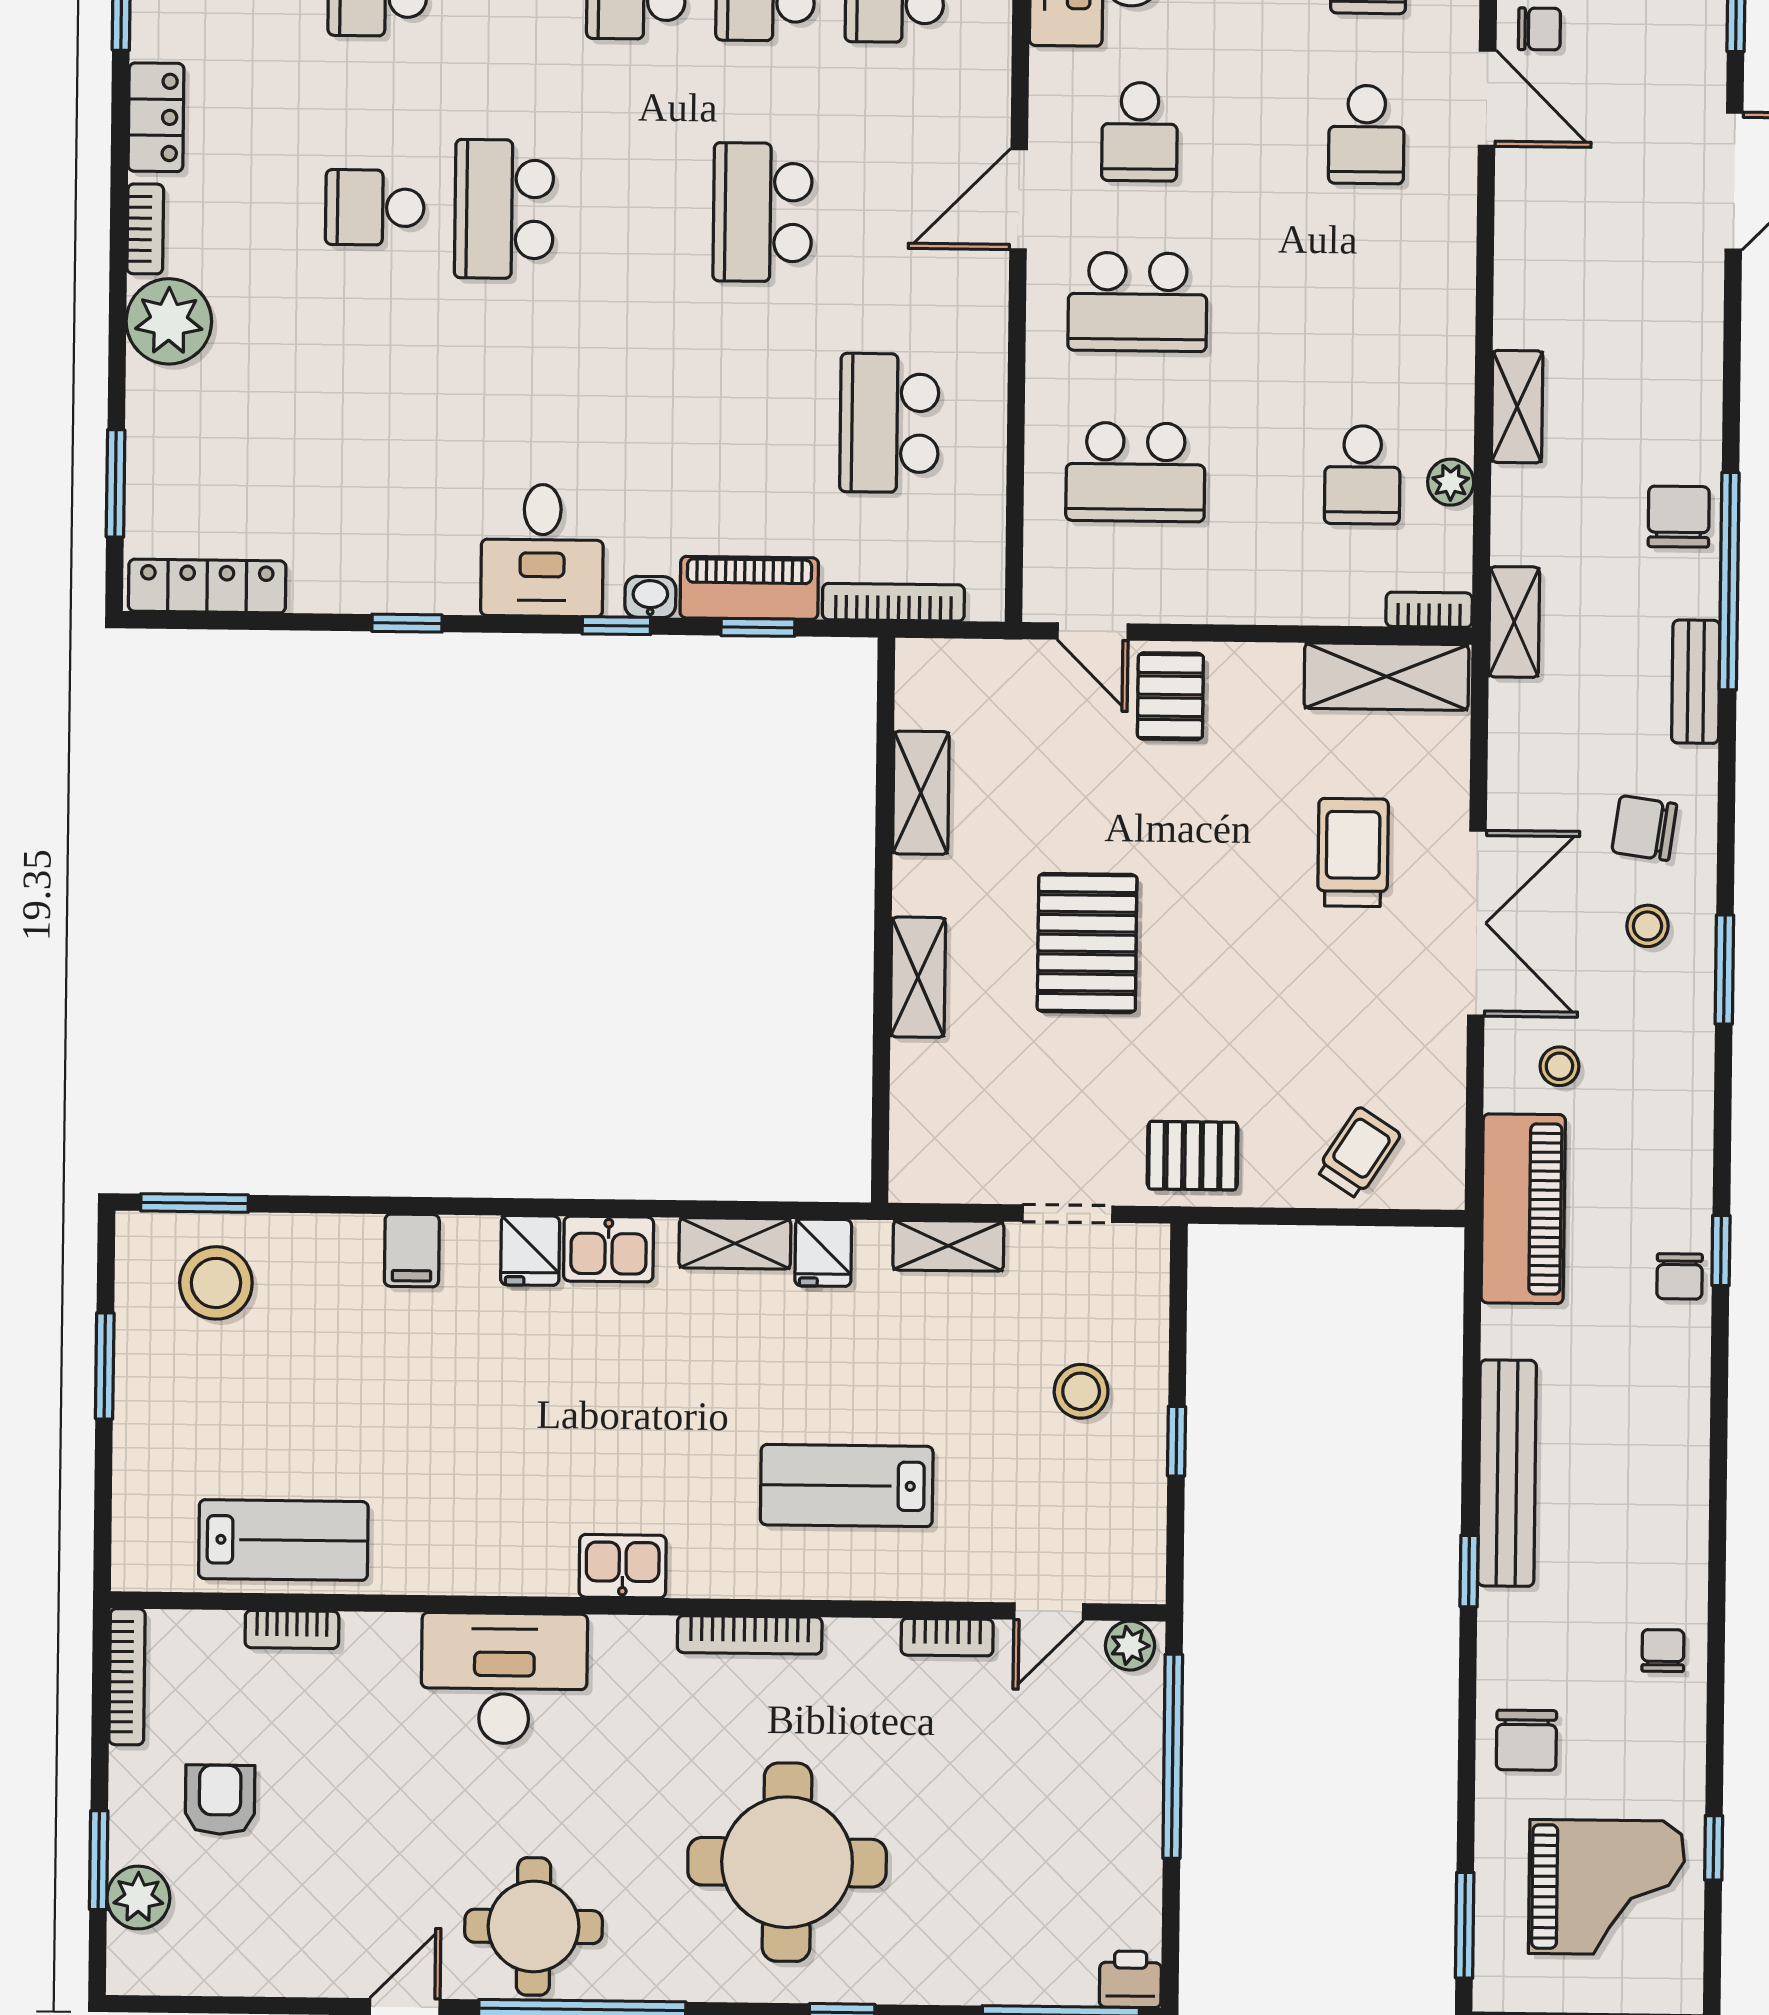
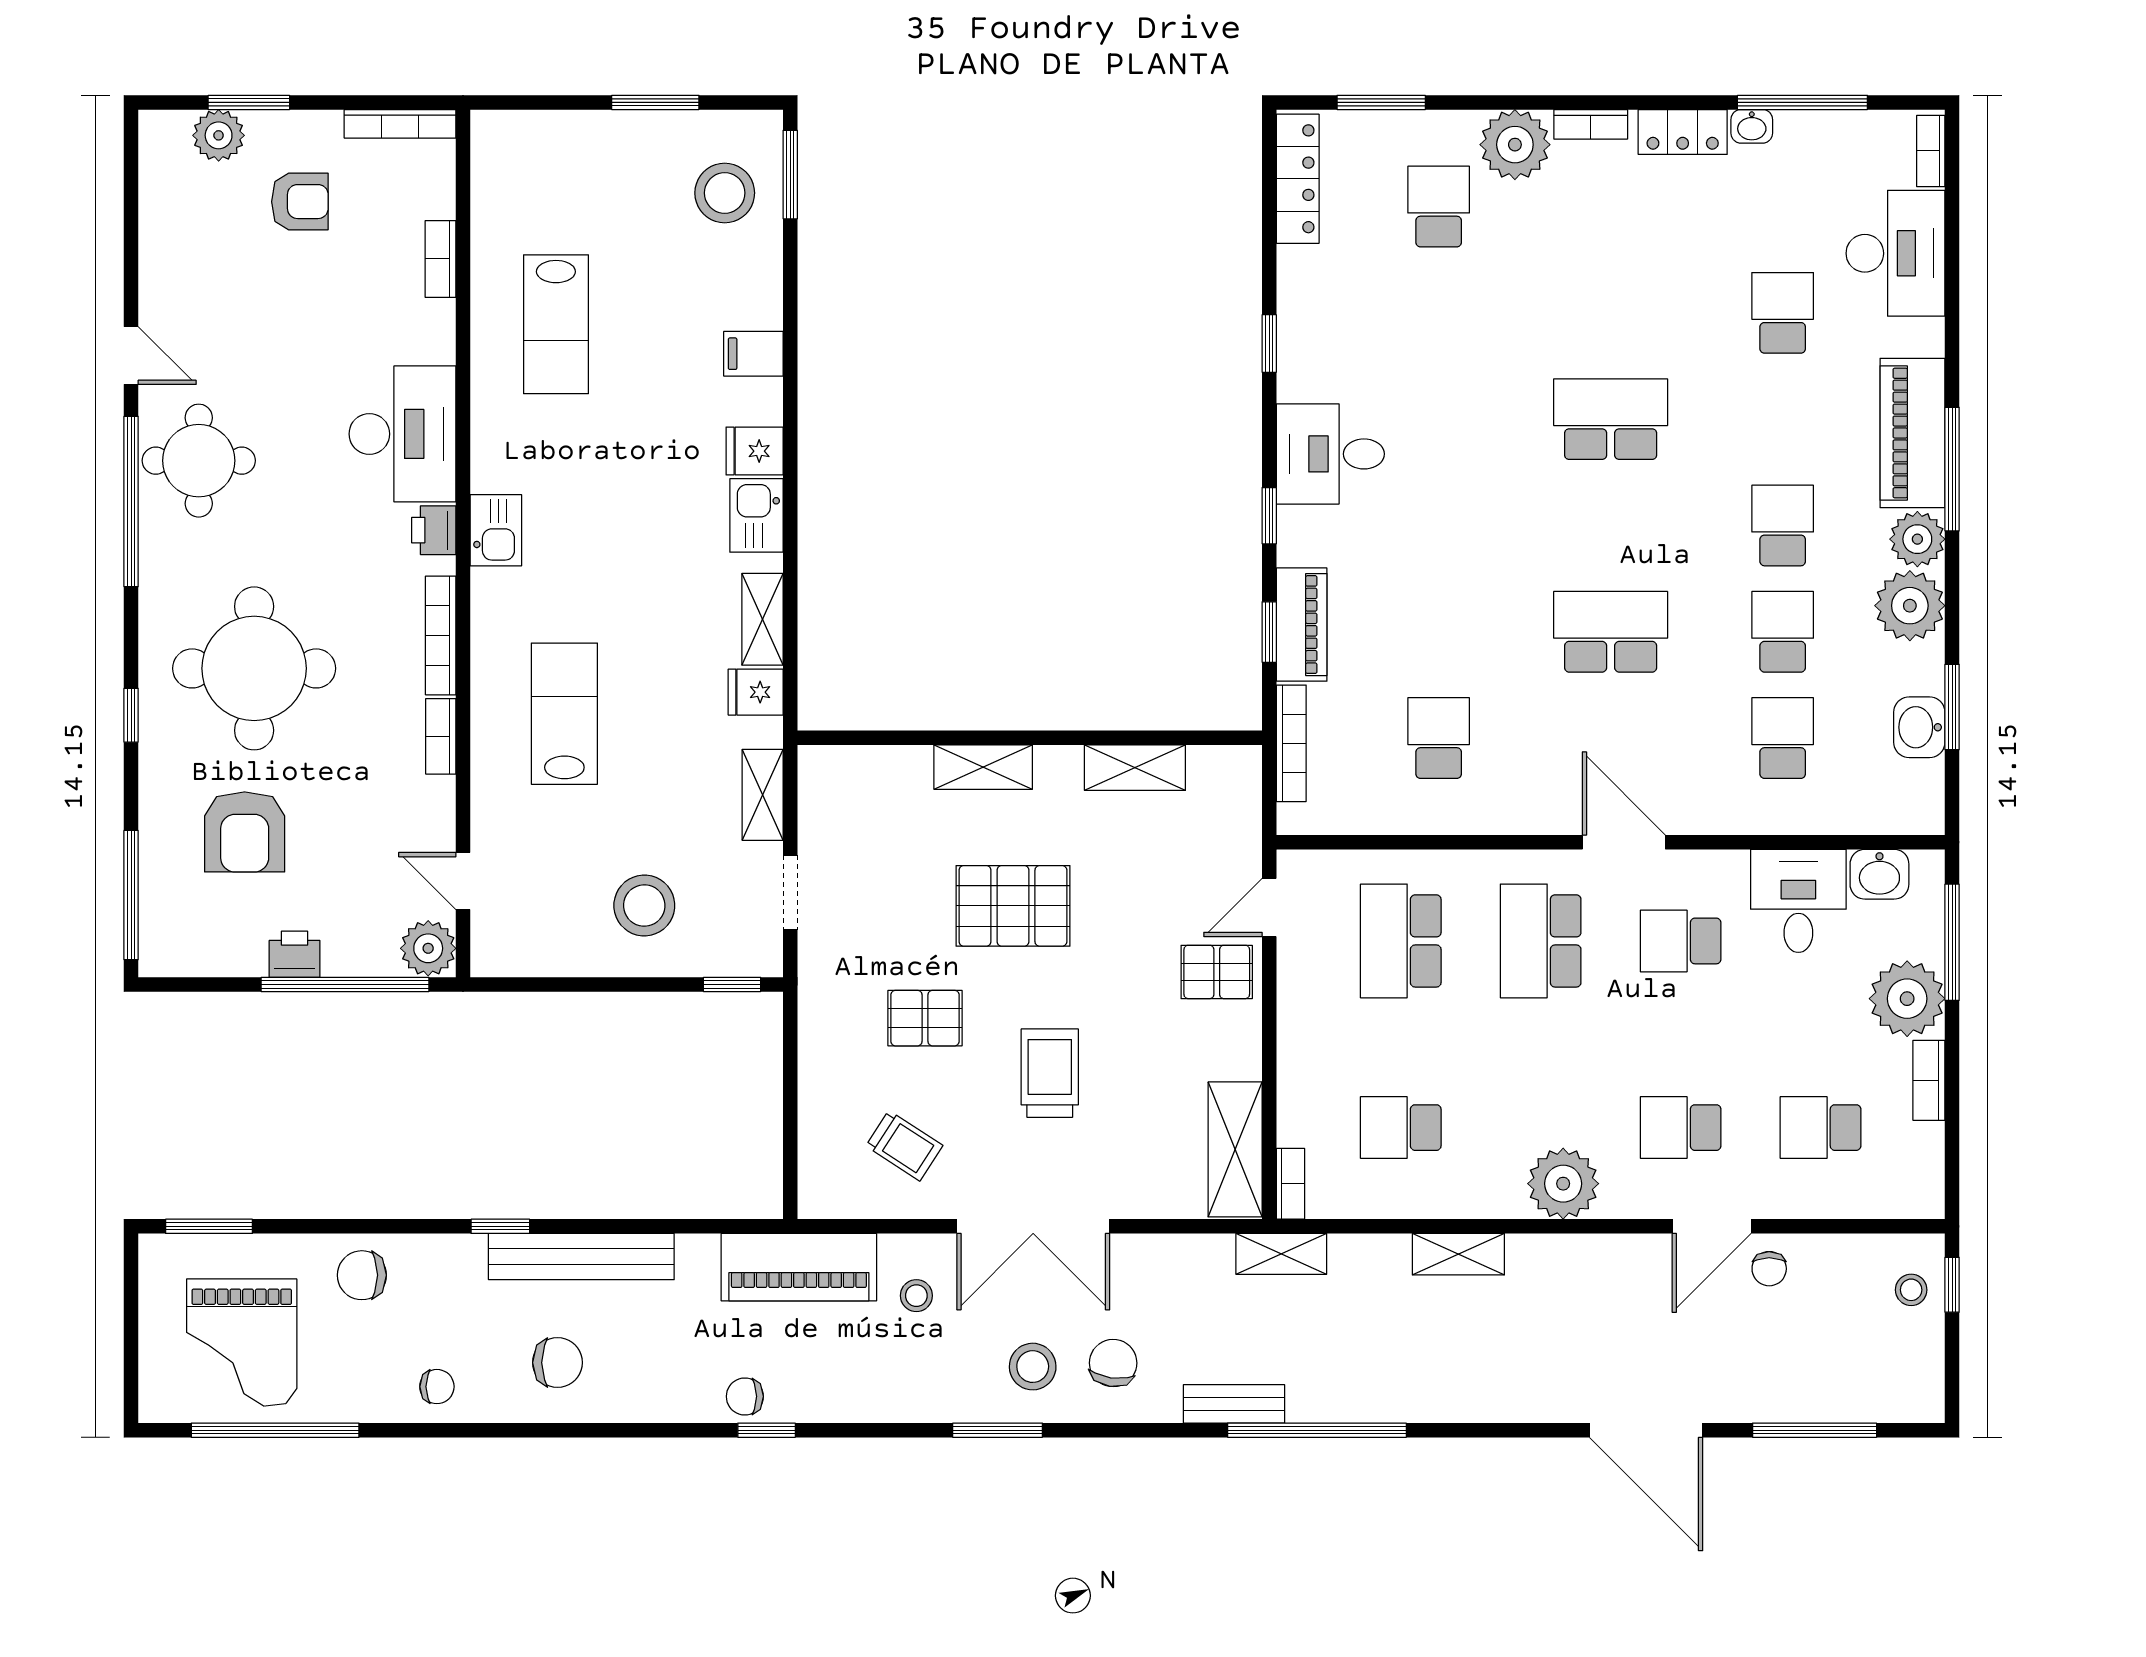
school desk: (375, 207) -> (1439, 207), moved
school desk: (889, 423) -> (1439, 738), width x0.54
plant: (1451, 482) -> (1563, 1184), moved, width x1.87, depth x1.87
chair: (1679, 517) -> (557, 1363), moved
washbasin: (650, 597) -> (1752, 126), moved, turned 90
trolley: (1353, 852) -> (1050, 1073), moved, turned -90
stool: (1647, 926) -> (1033, 1367), width x1.37, depth x1.37
trolley: (1358, 1153) -> (904, 1146), moved
pallet: (1193, 1156) -> (925, 1018), moved, turned 90
stool: (1081, 1391) -> (644, 906), width x1.38, depth x1.38
window: (1176, 1441) -> (732, 984), moved
lab bench: (283, 1540) -> (556, 324), moved
bookcase: (947, 1637) -> (441, 736), moved
printer: (622, 1642) -> (434, 530), added
plant: (1130, 1646) -> (428, 948), width x1.38, depth x1.38
window: (1714, 1848) -> (275, 1430), width x3.17
armchair: (986, 1876) -> (245, 832), added
printer: (1130, 1979) -> (295, 954), moved, turned -90

